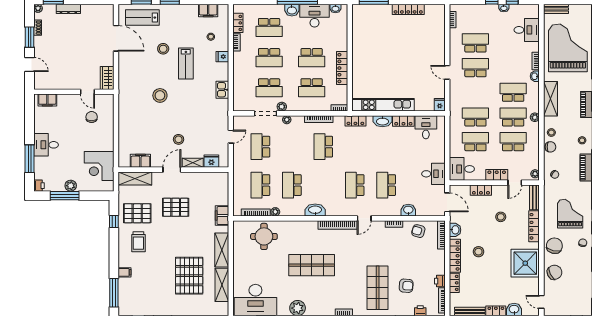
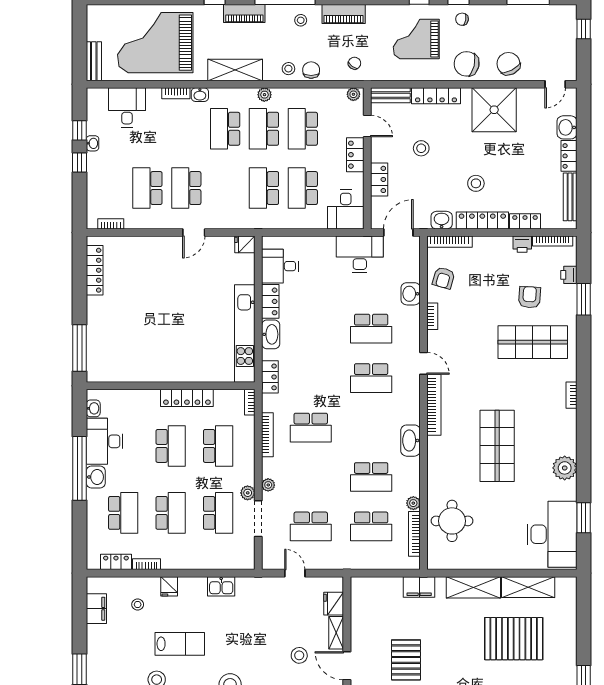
locker: (408, 9) -> (95, 270), moved
desk: (433, 174) -> (360, 254), width x1.37

